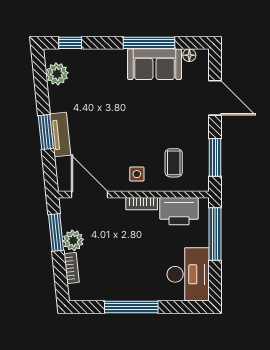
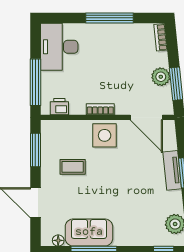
coffee table: (174, 163) -> (73, 167), moved, turned 90
side table: (137, 174) -> (105, 135), width x1.87, depth x1.87
printer: (179, 211) -> (59, 107), width x0.53, depth x0.68
bookcase: (72, 268) -> (161, 37), moved

